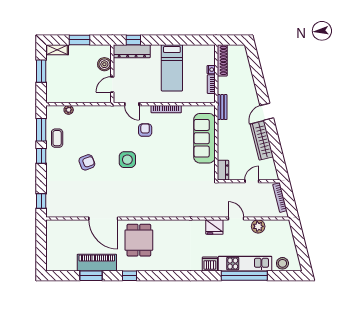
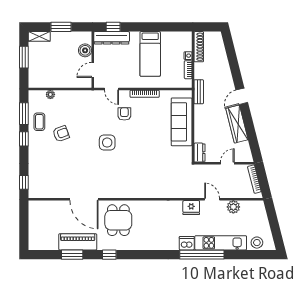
armchair: (87, 162) -> (61, 134), moved
window: (244, 276) -> (202, 255), moved

